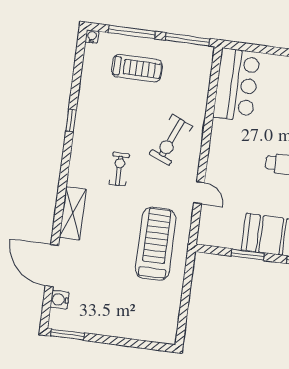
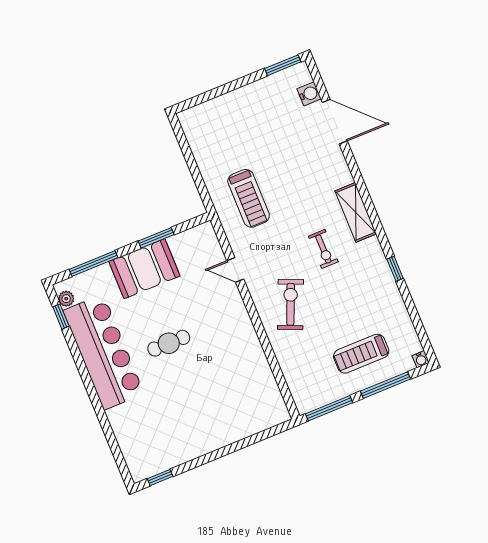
bar counter: (237, 85) -> (258, 392), removed
shelving: (73, 213) -> (356, 212), moved
treadmill: (156, 244) -> (249, 198), width x0.73, depth x0.73

